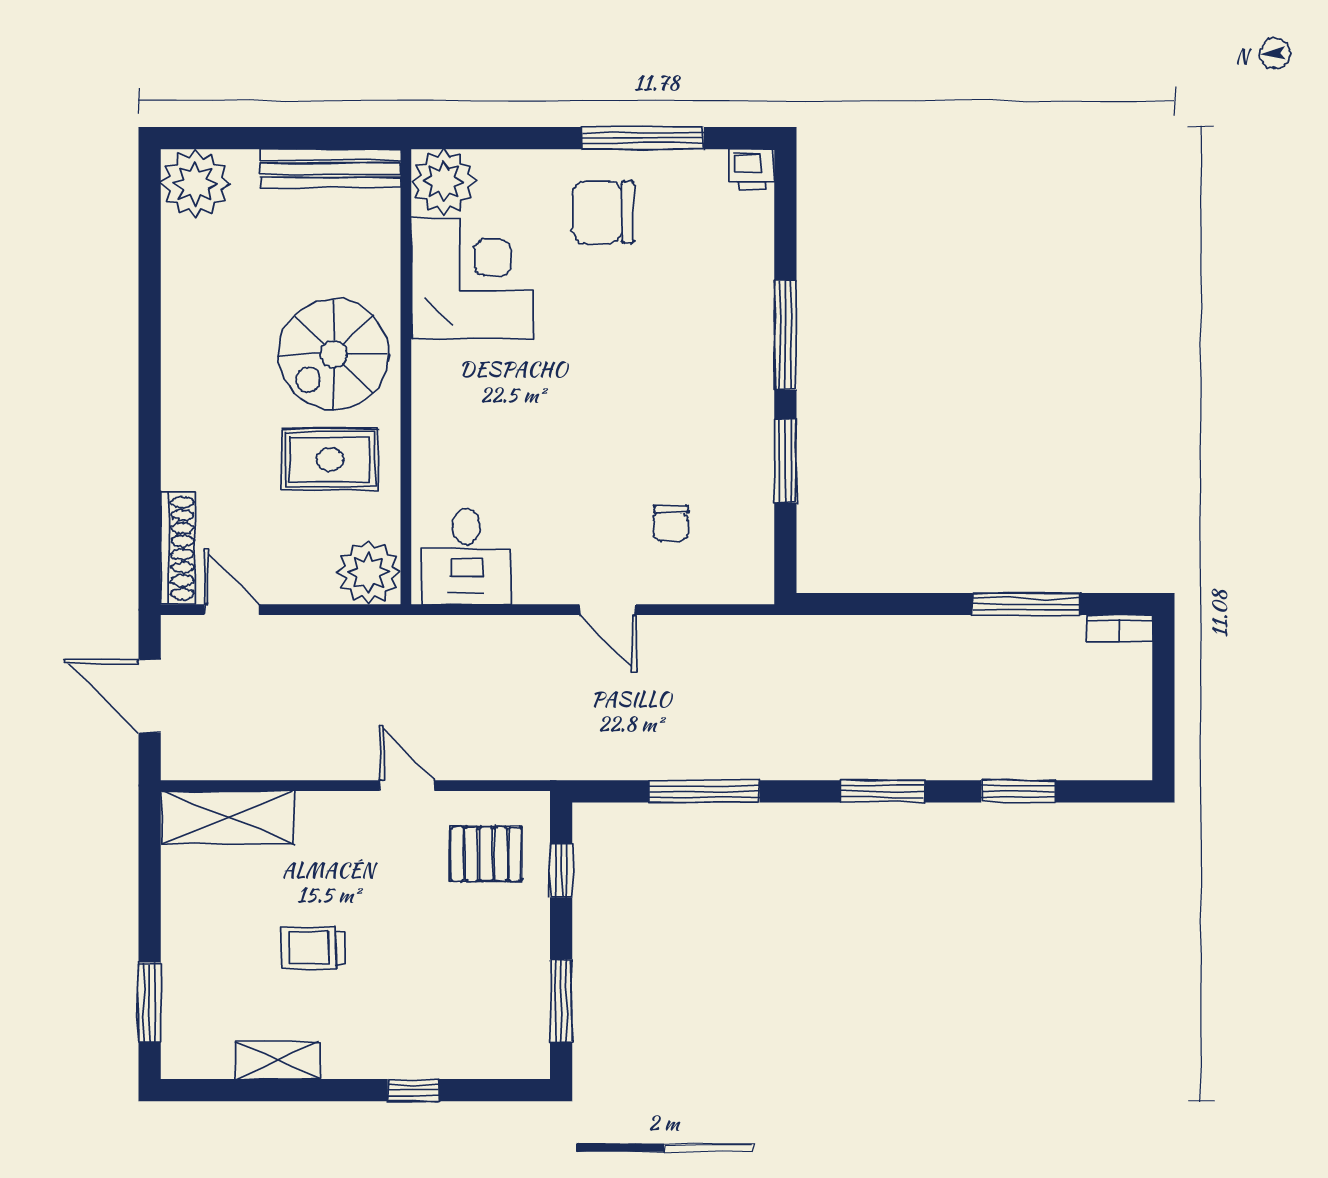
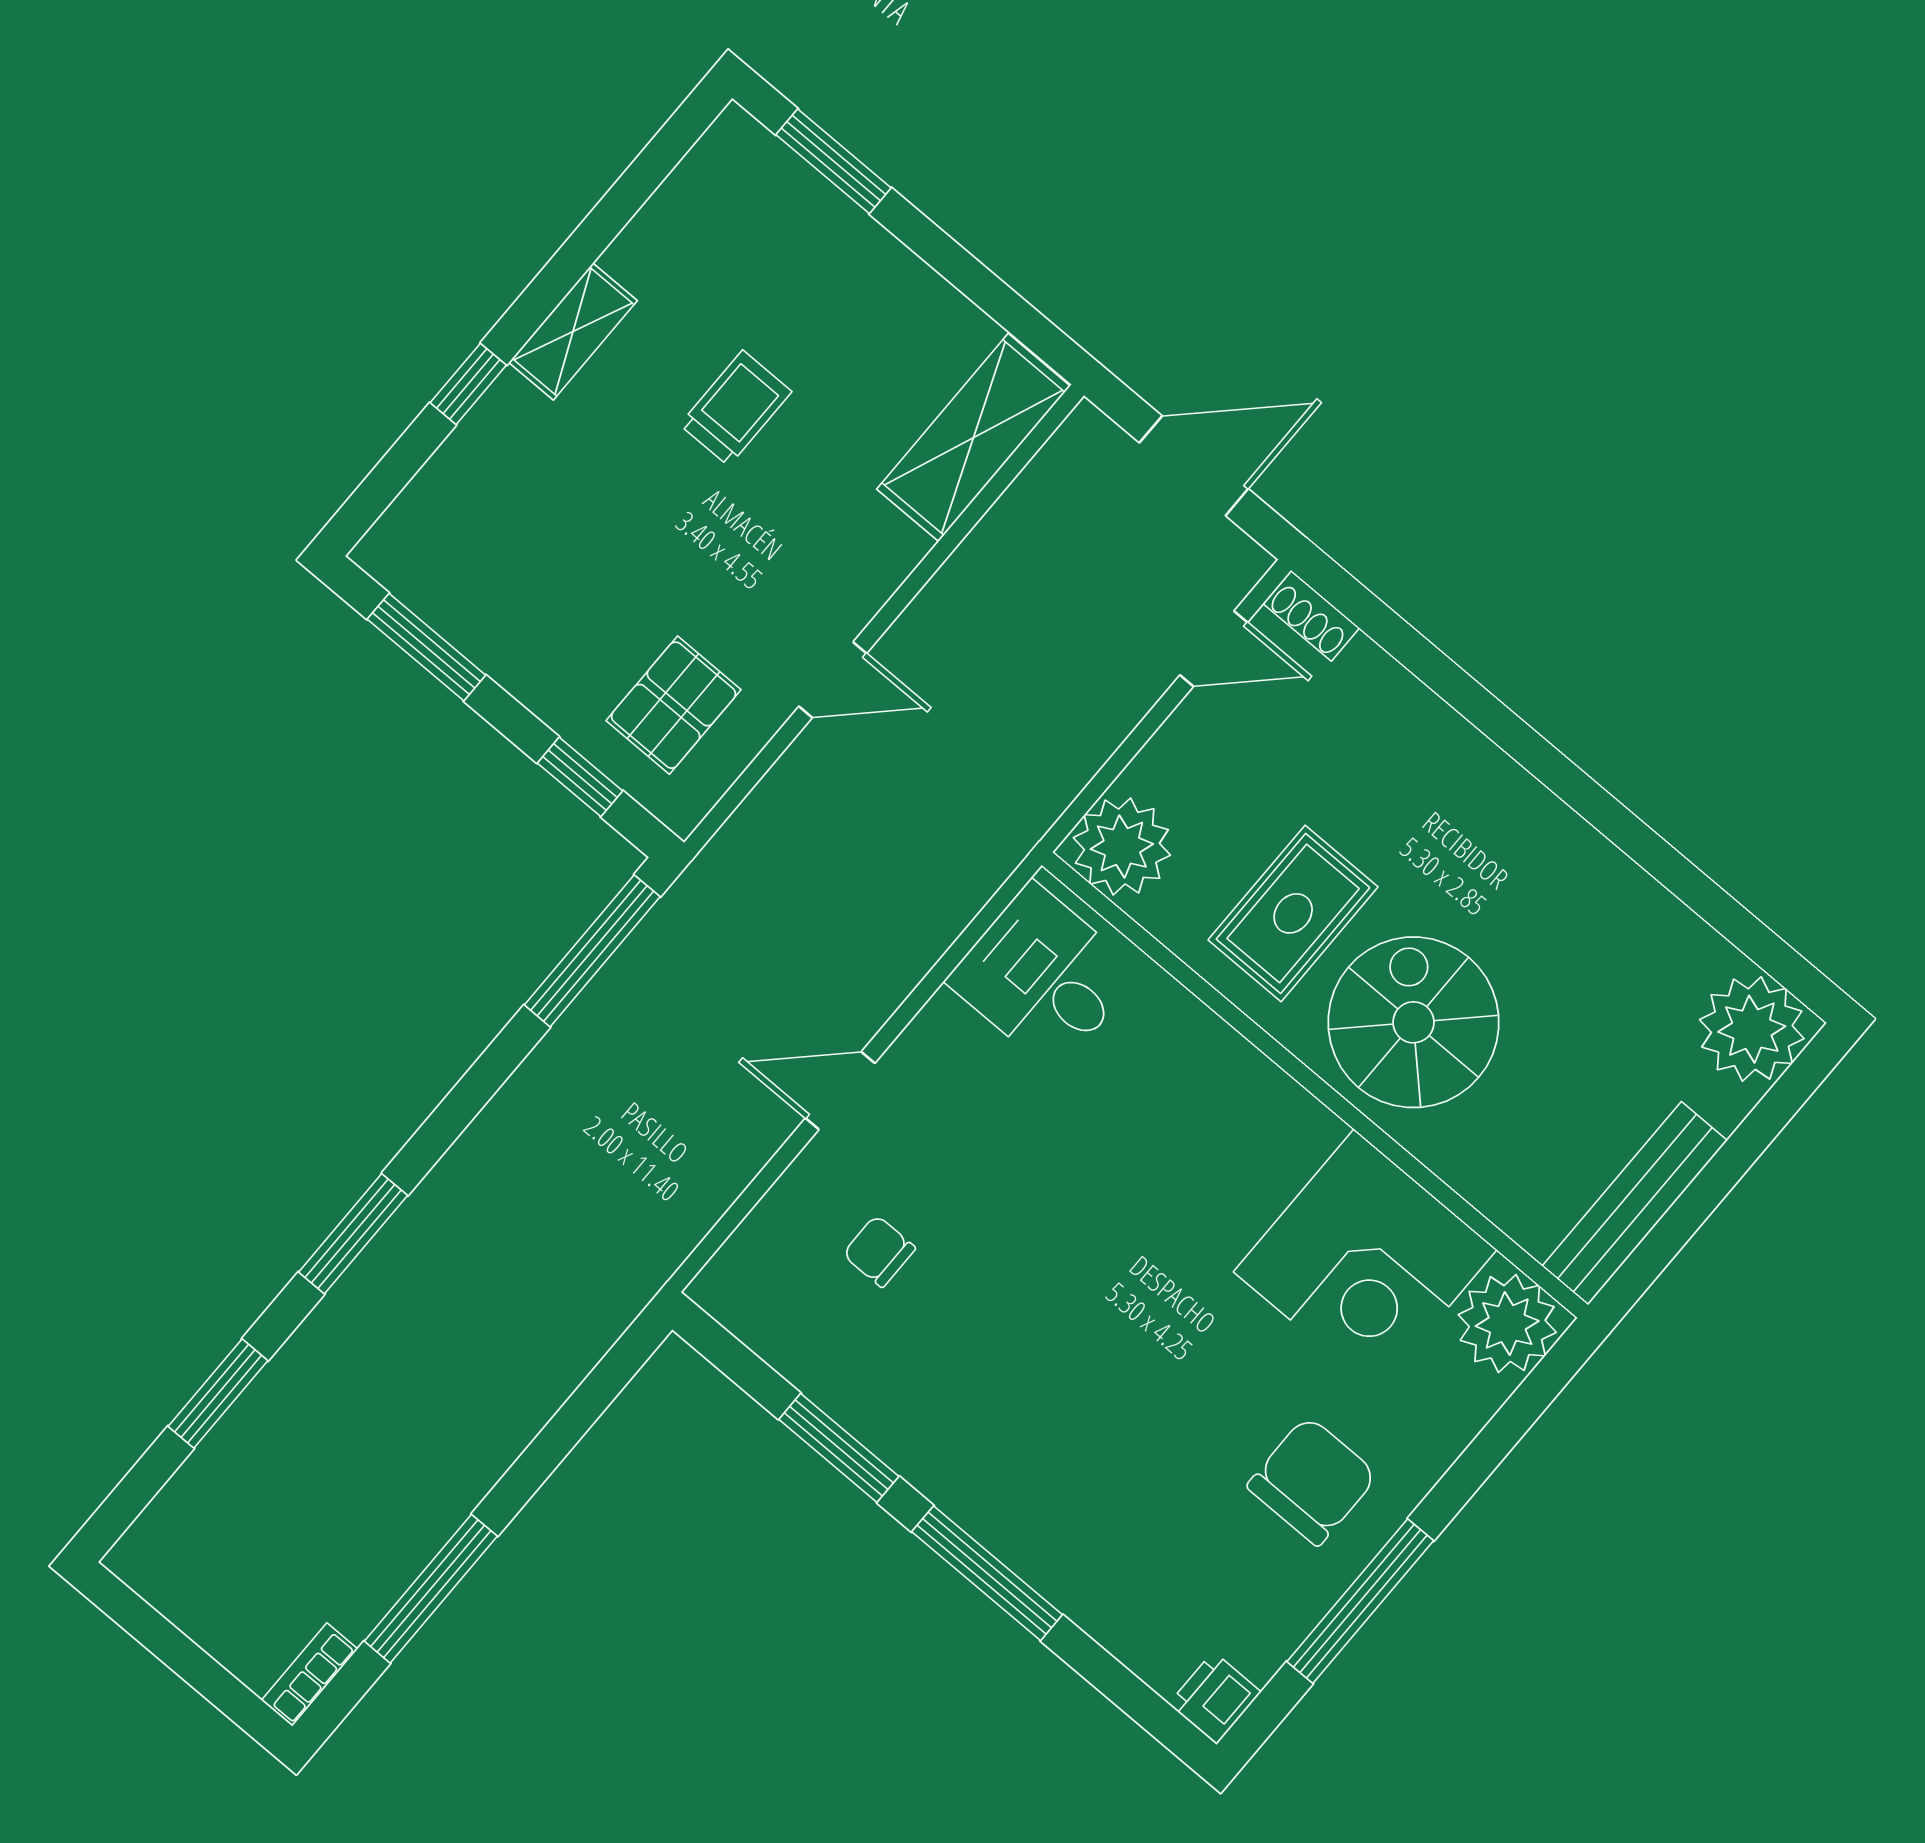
shoe rack: (178, 548) -> (1311, 616), width x0.51, depth x0.81
window: (704, 791) -> (592, 951), moved
shelving: (278, 1060) -> (573, 331), moved

